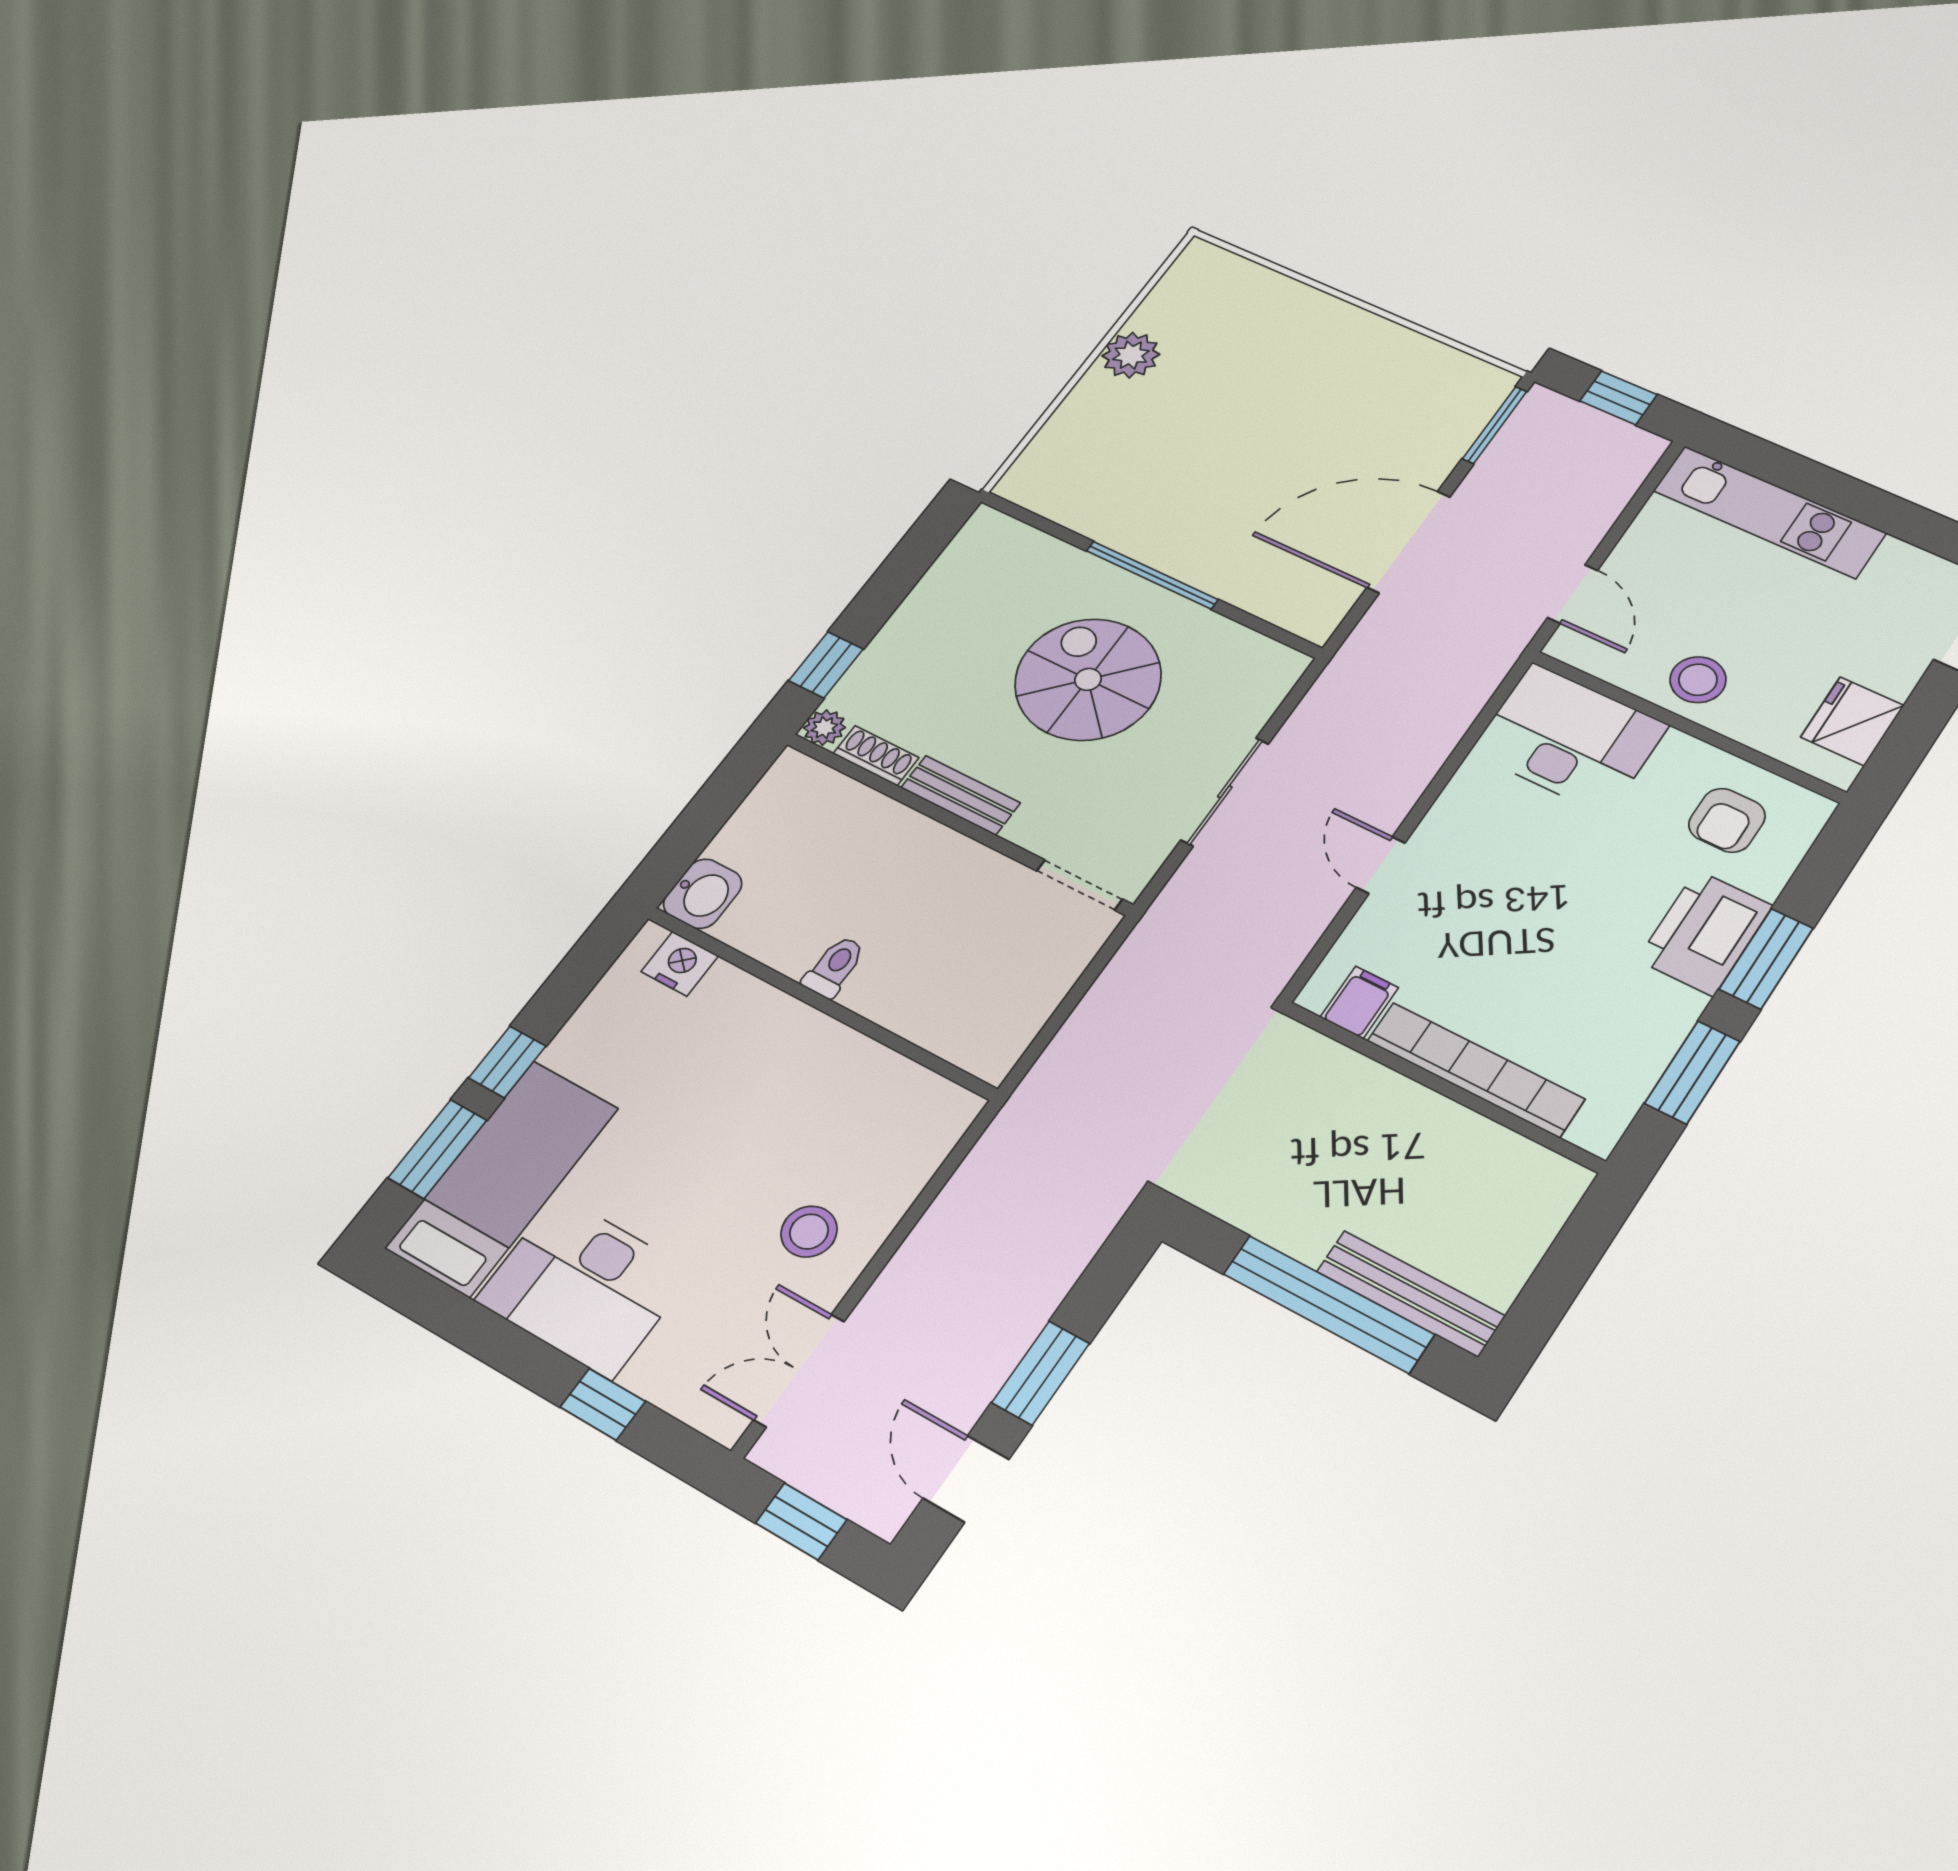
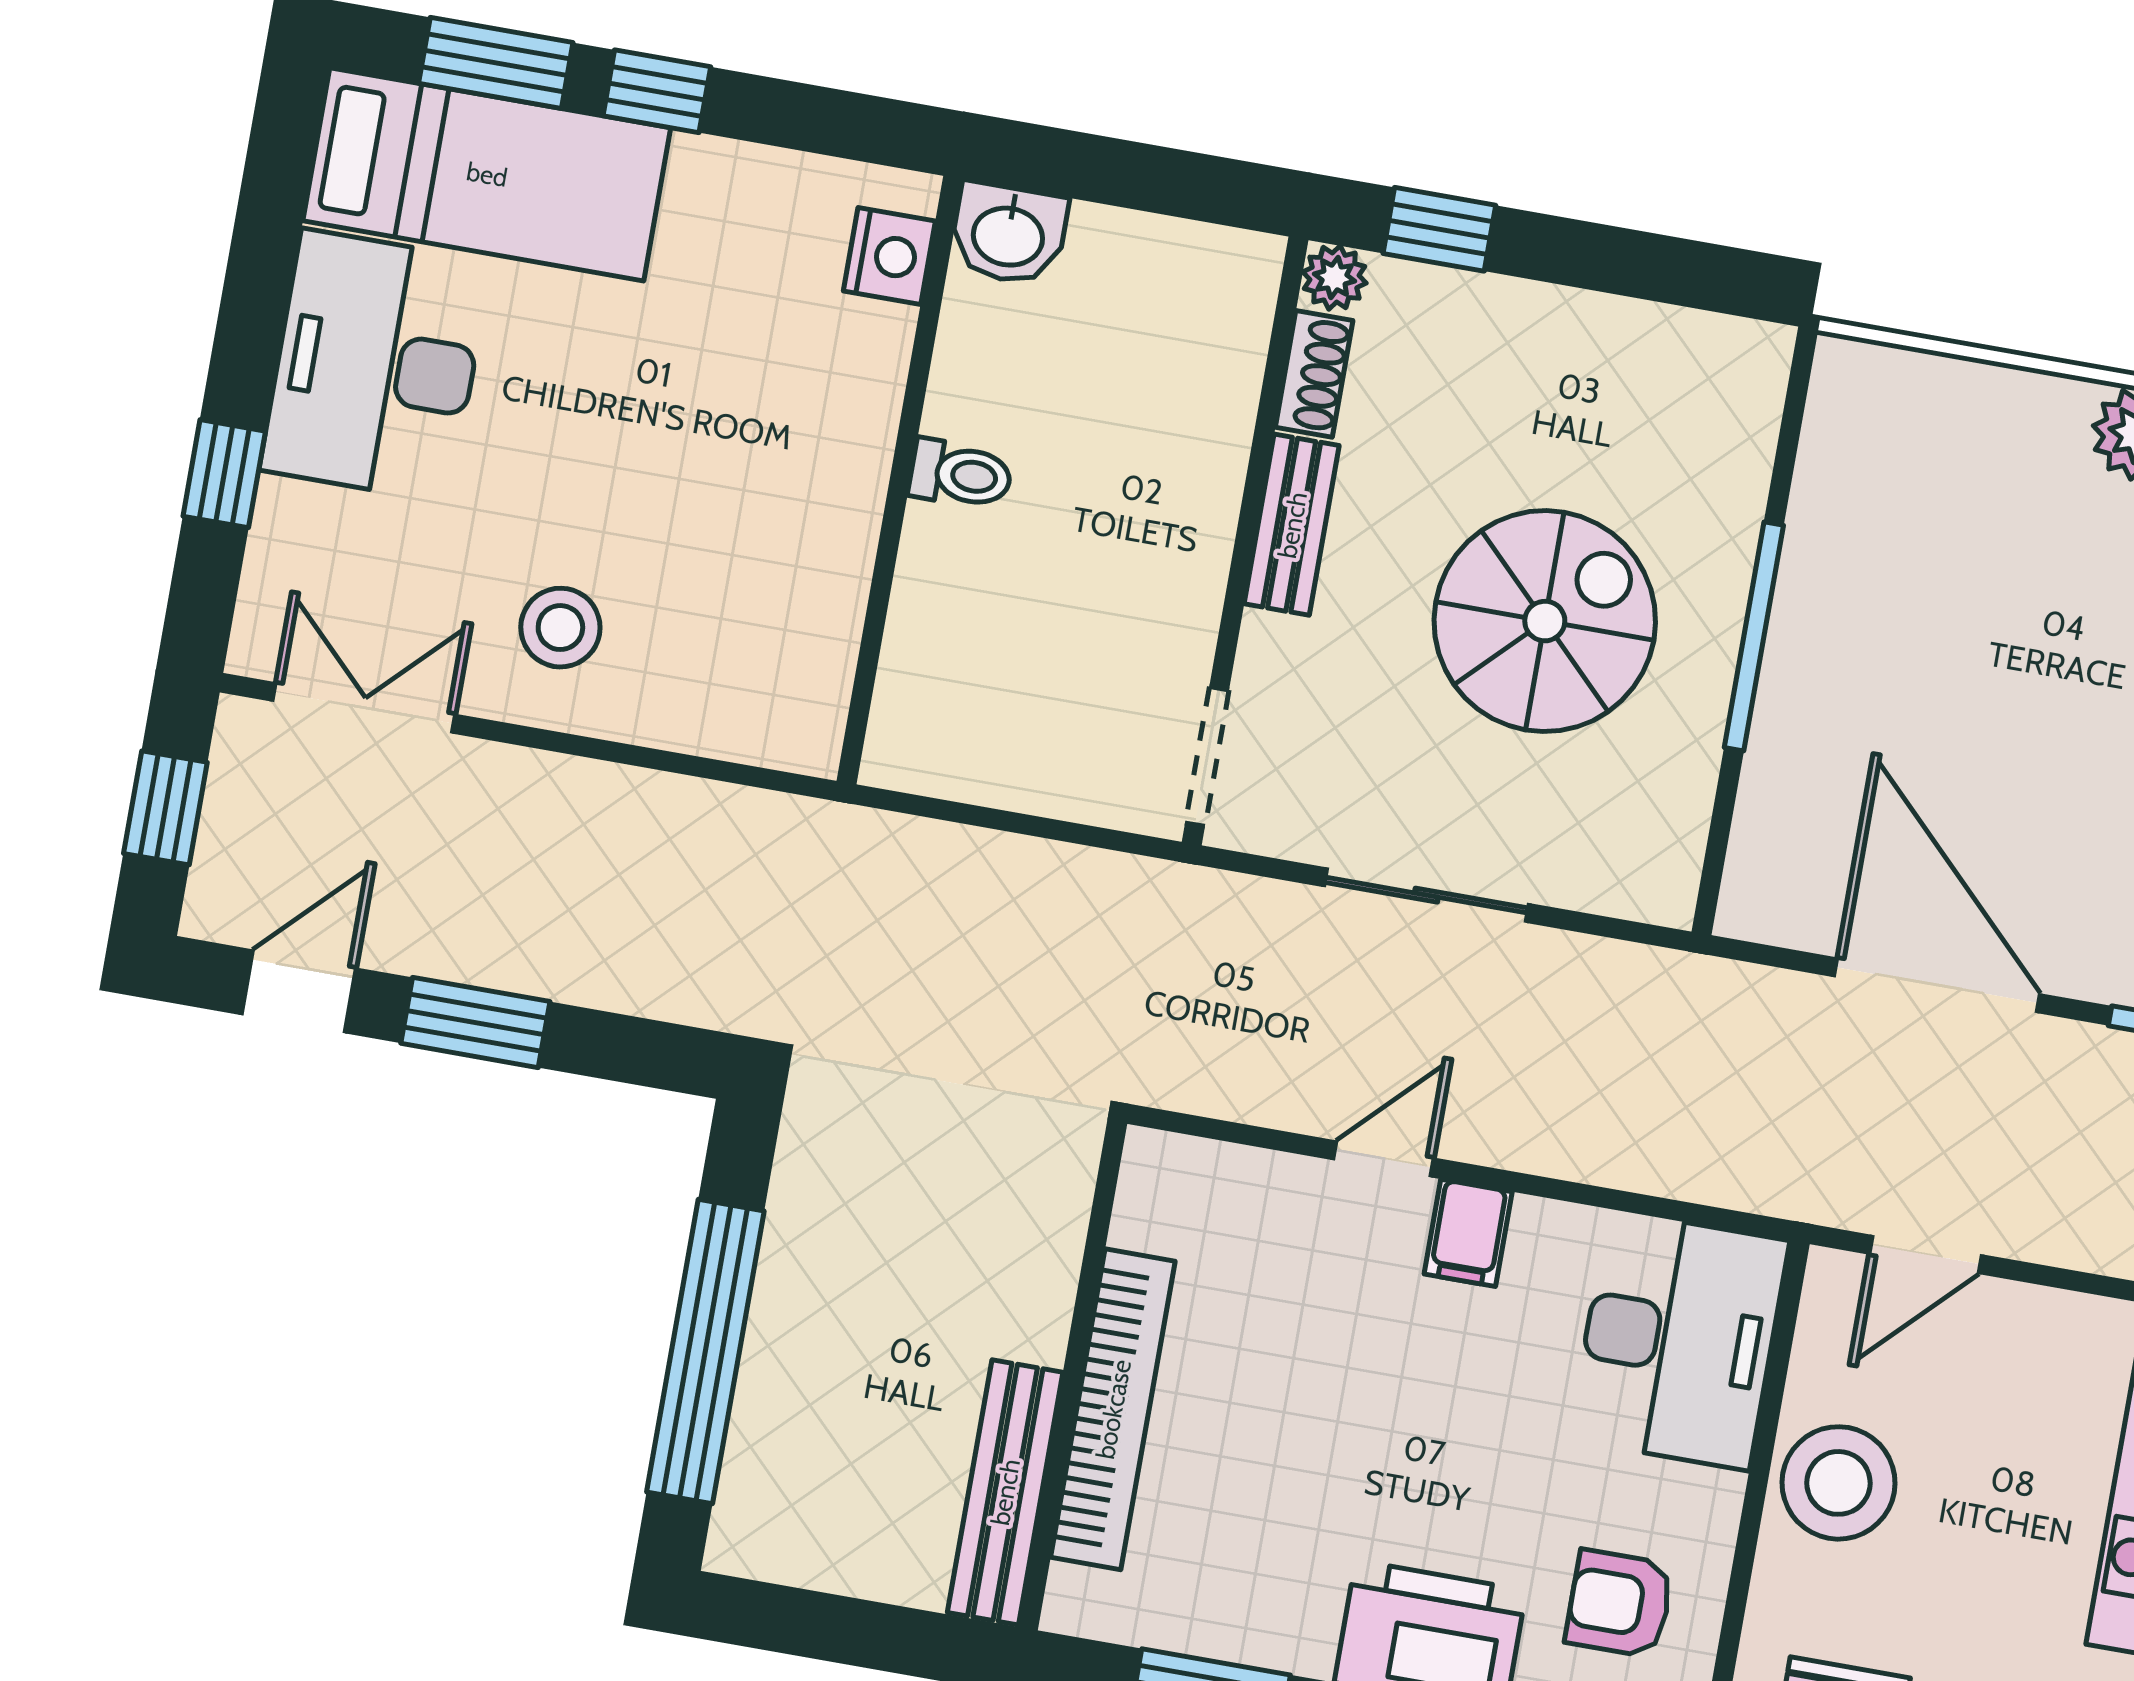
stool: (1698, 680) -> (1838, 1483), width x1.38, depth x1.38
filing cabinet: (1359, 1002) -> (1468, 1233), moved, turned 90
bench: (1411, 1294) -> (1005, 1492), moved

